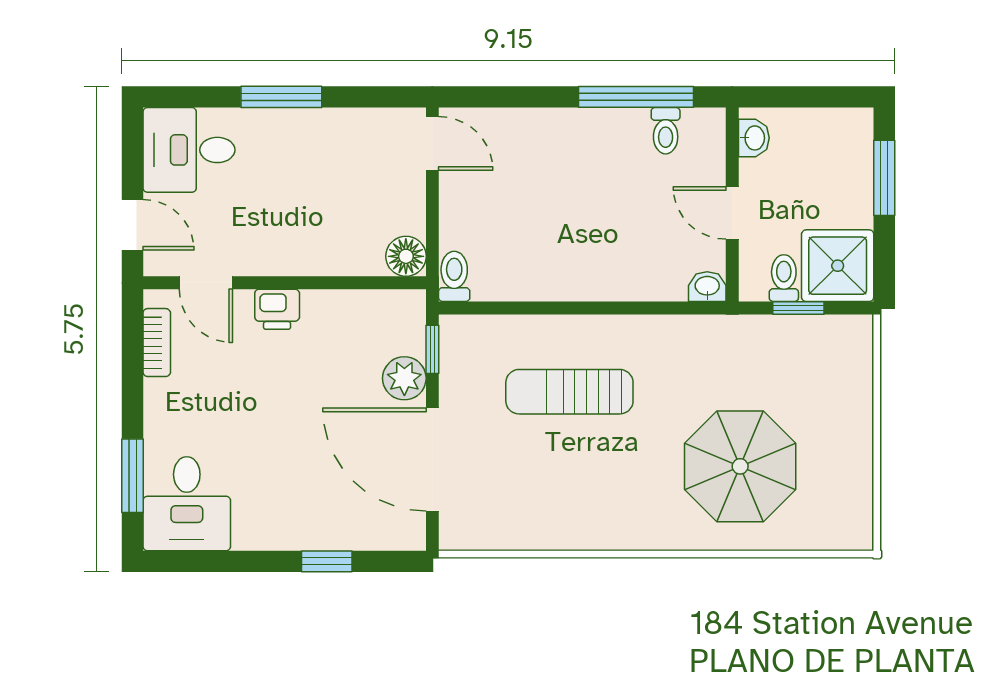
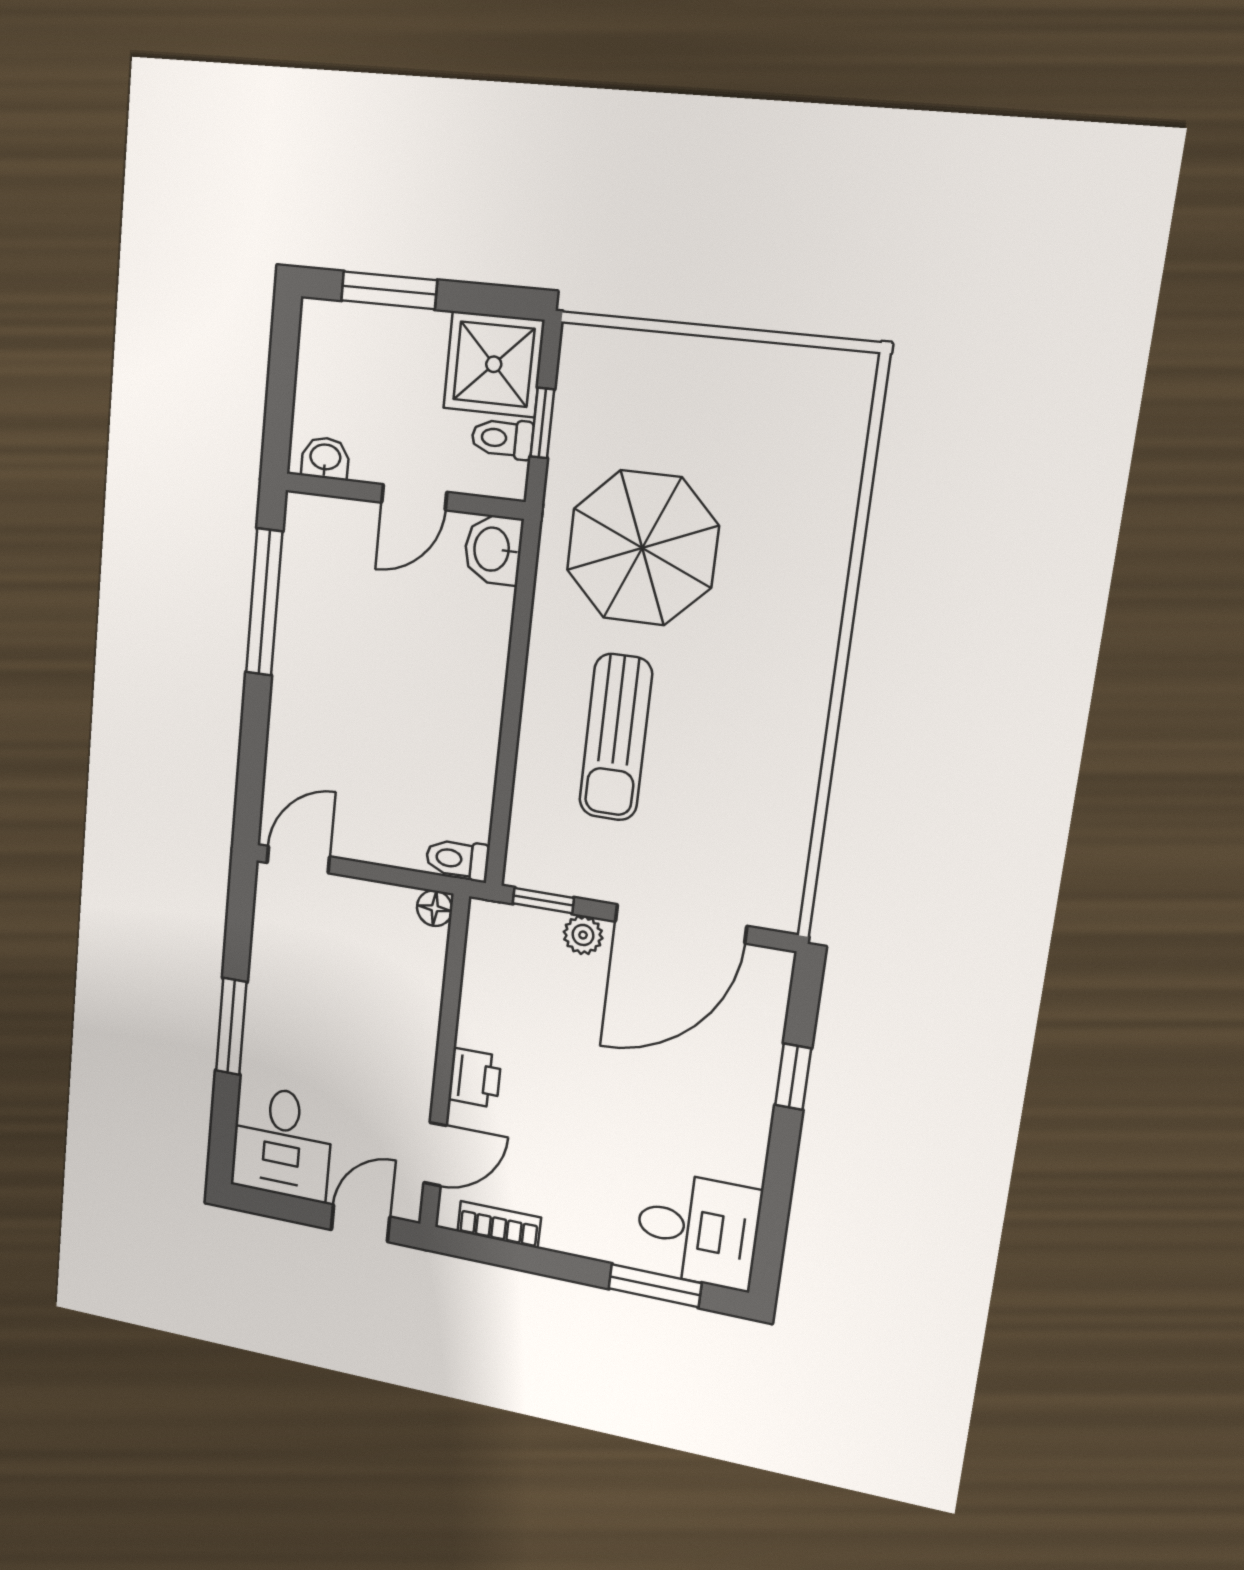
toilet: (666, 131) -> (307, 570), removed
floor lamp: (406, 256) -> (435, 908), width x0.73, depth x0.73
washbasin: (707, 287) -> (493, 549), width x1.38, depth x1.45
plant: (404, 378) -> (583, 935), width x0.73, depth x0.73
parasol: (740, 466) -> (642, 548), moved

